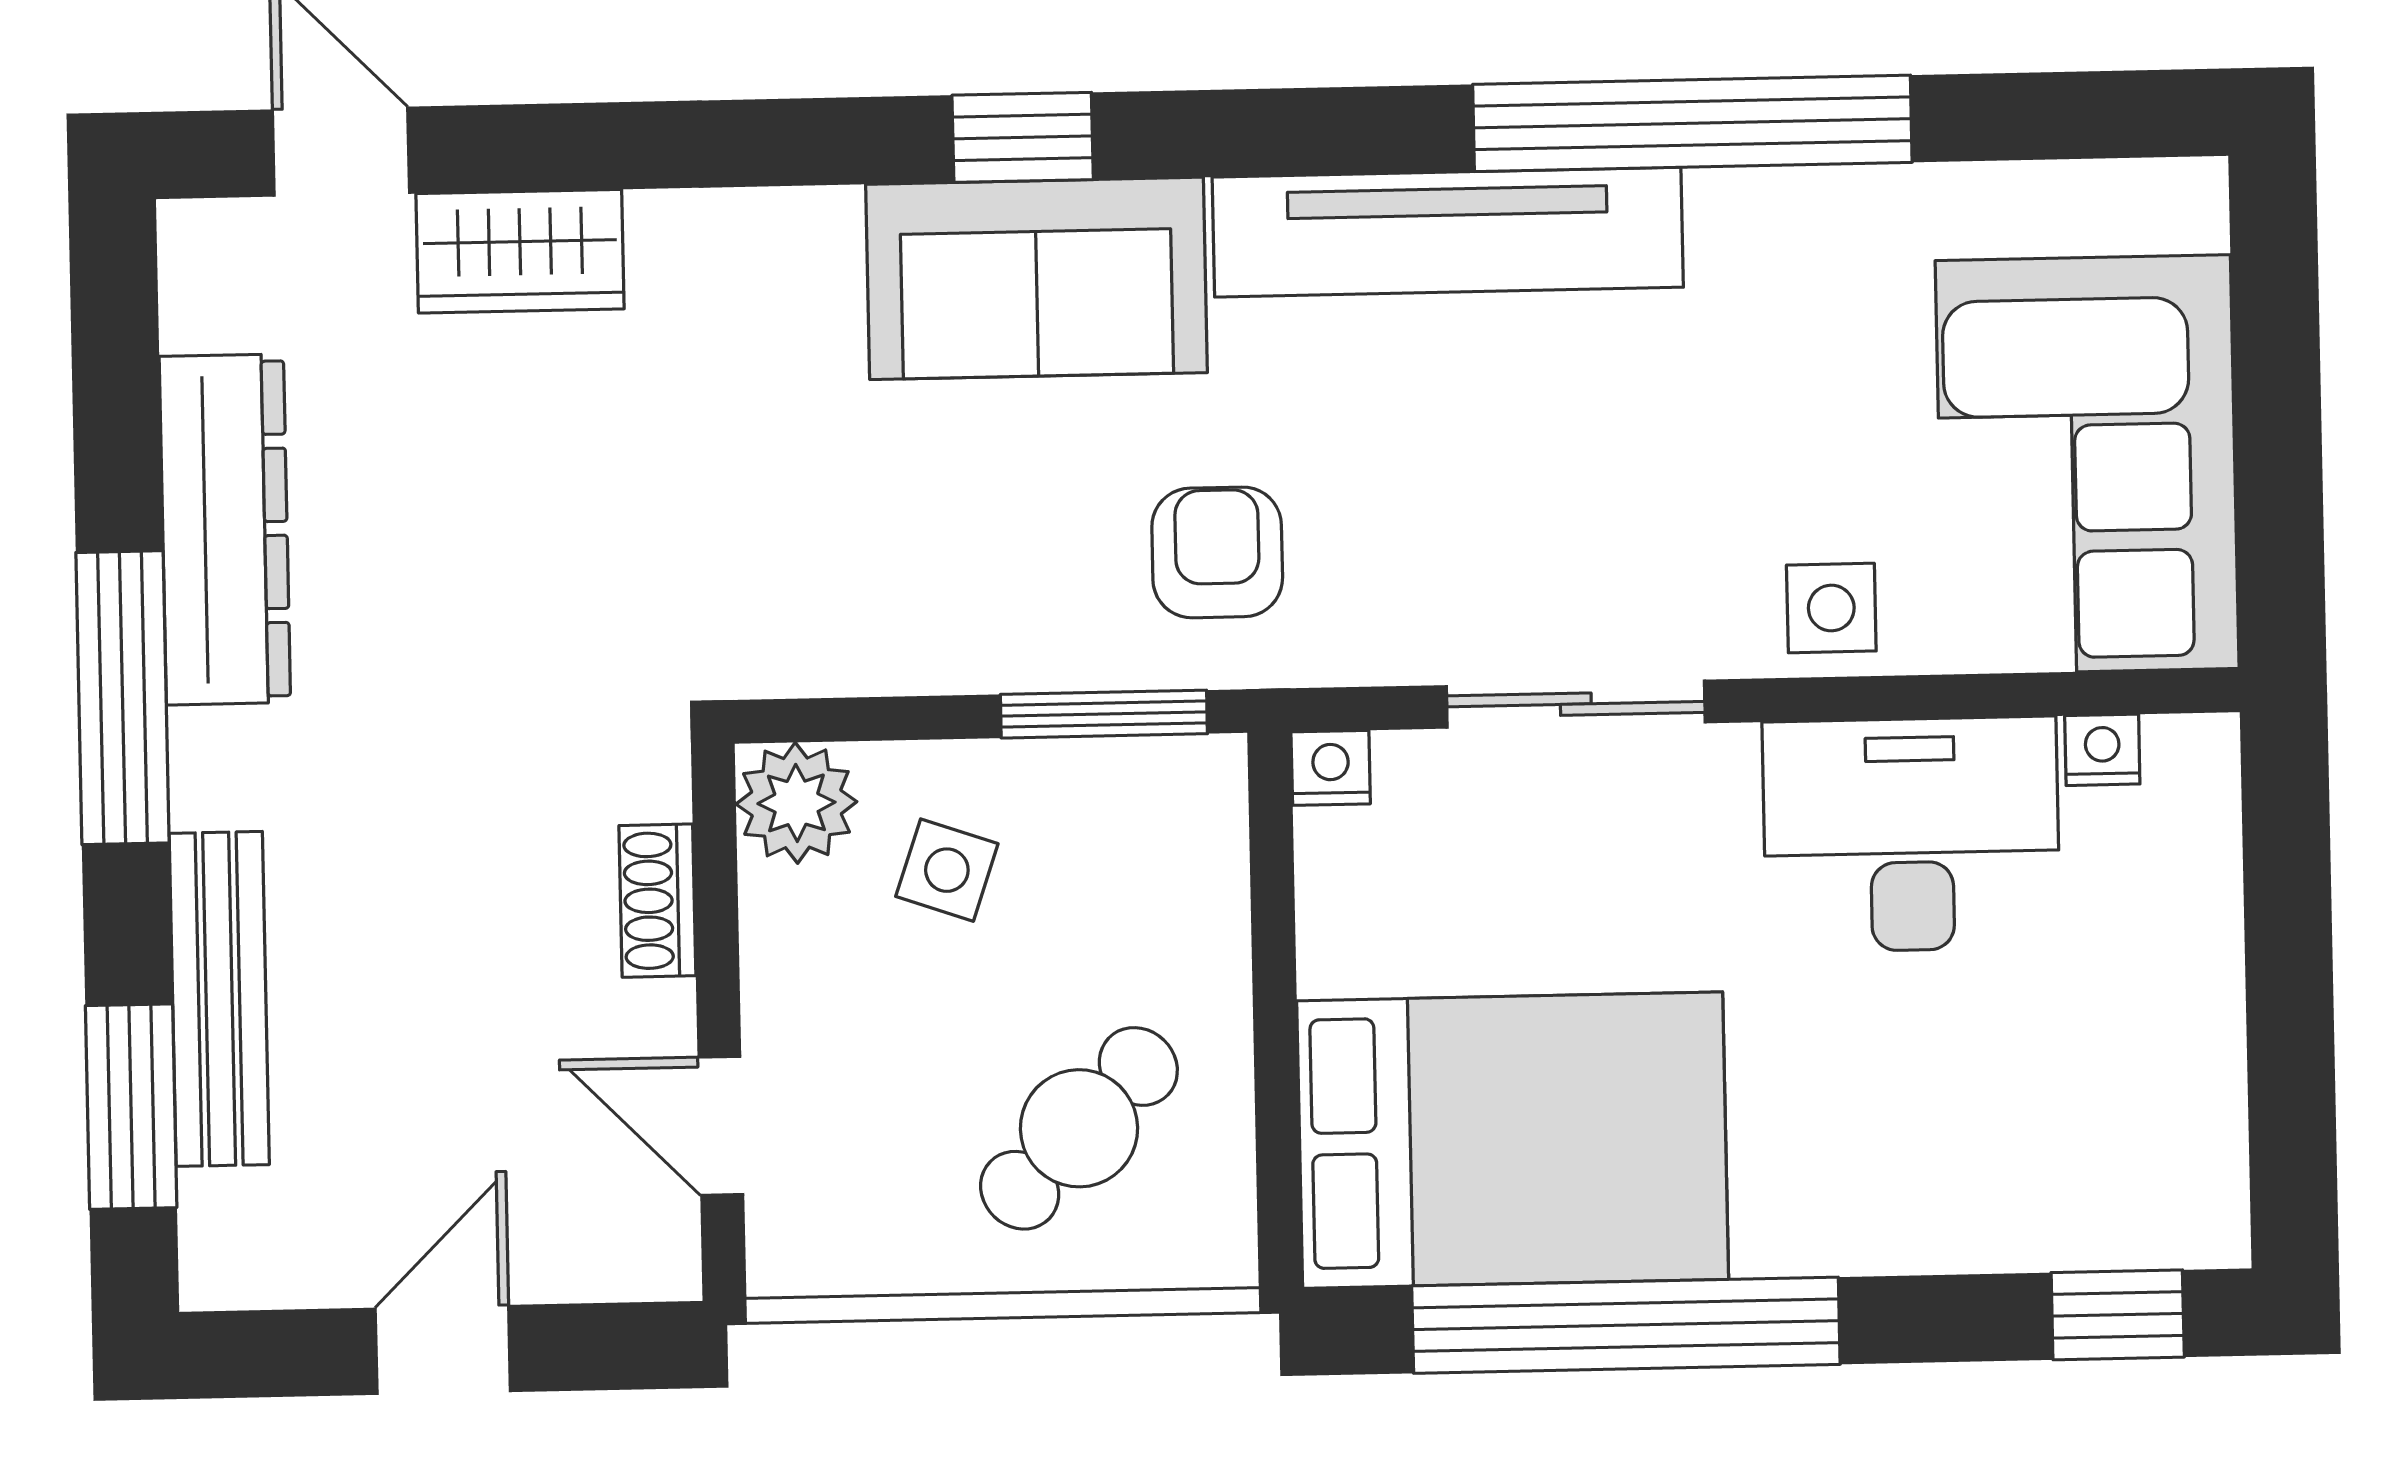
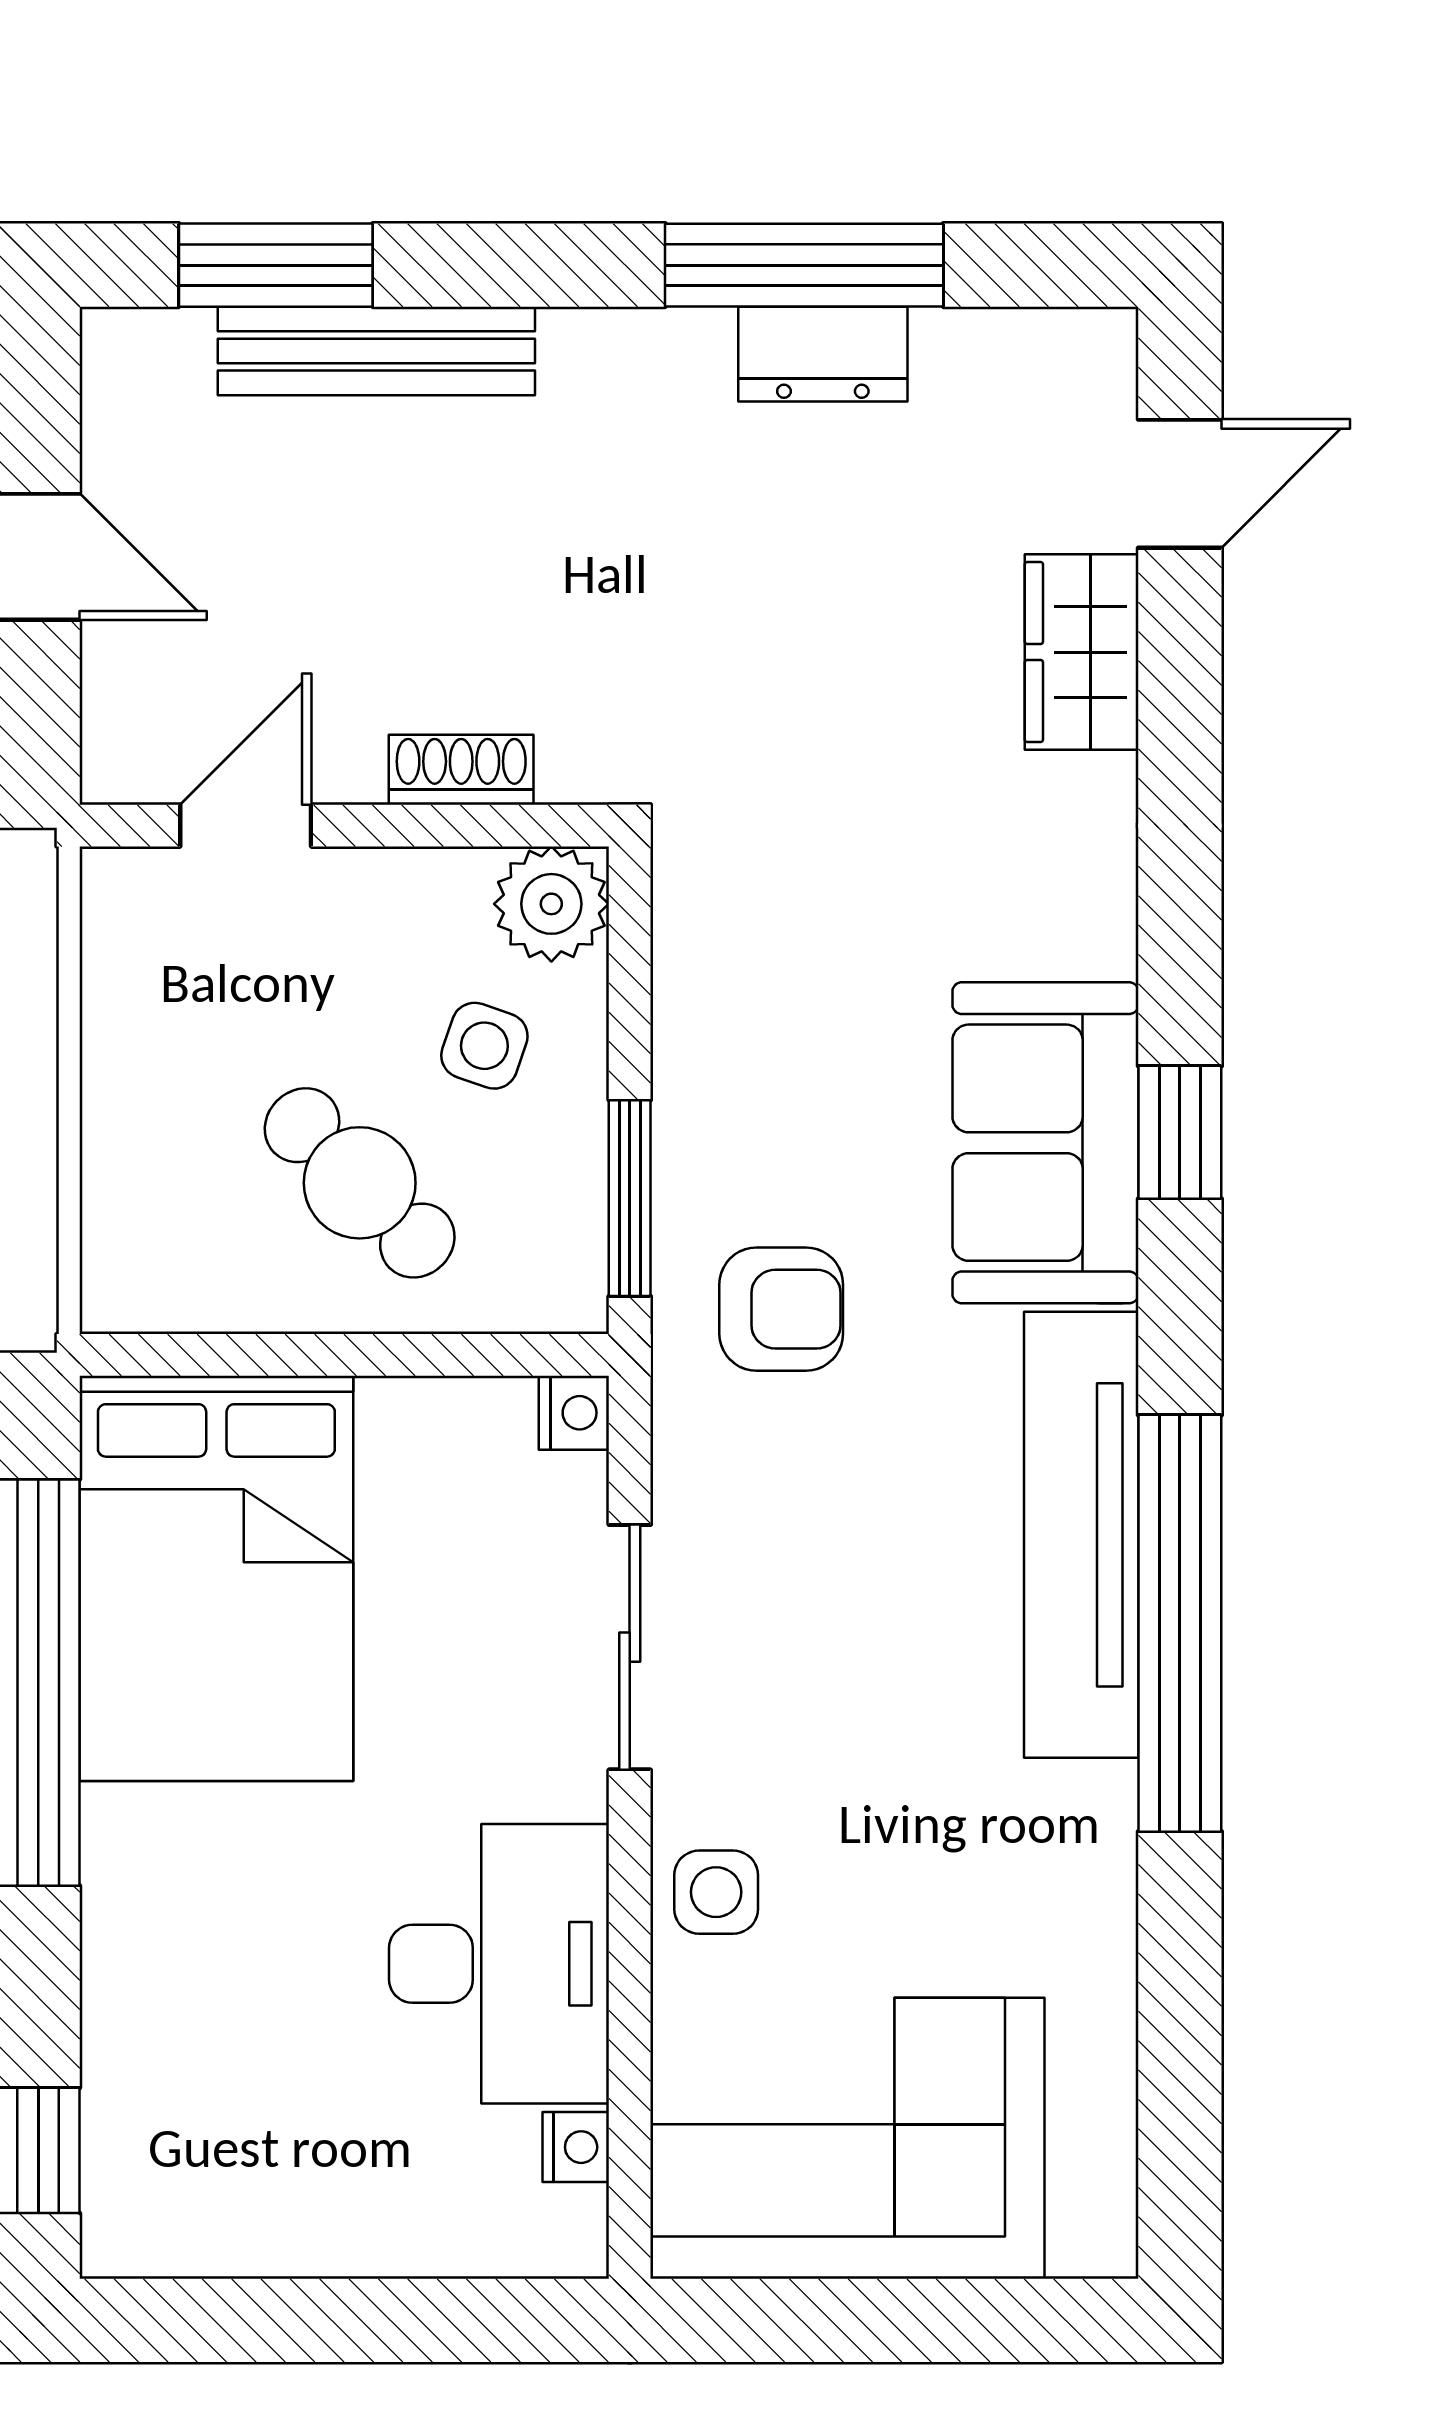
window: (1692, 123) -> (1180, 1623), moved
dresser: (225, 529) -> (823, 354), width x0.51, depth x0.80
window: (123, 698) -> (804, 265), moved
cafe table: (1079, 1128) -> (360, 1183), moved

